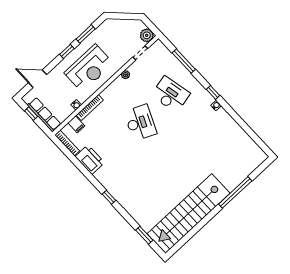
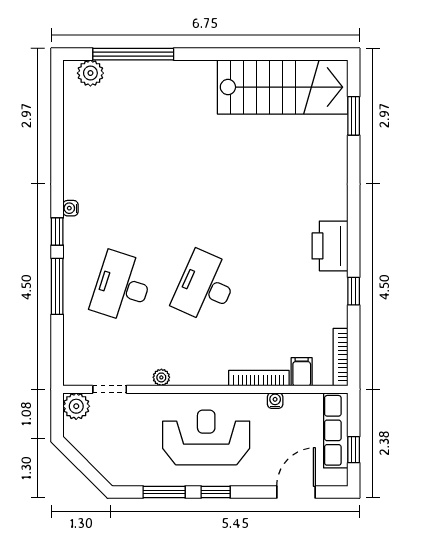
window: (184, 61) -> (57, 286), moved
door: (38, 79) -> (296, 492), swing flipped
desk: (171, 94) -> (122, 287), turned 30
printer: (90, 160) -> (330, 246), moved
plant: (255, 161) -> (90, 73), added
window: (235, 192) -> (133, 54), moved
window: (109, 197) -> (354, 291), moved
stairs: (189, 214) -> (283, 87), width x0.73

